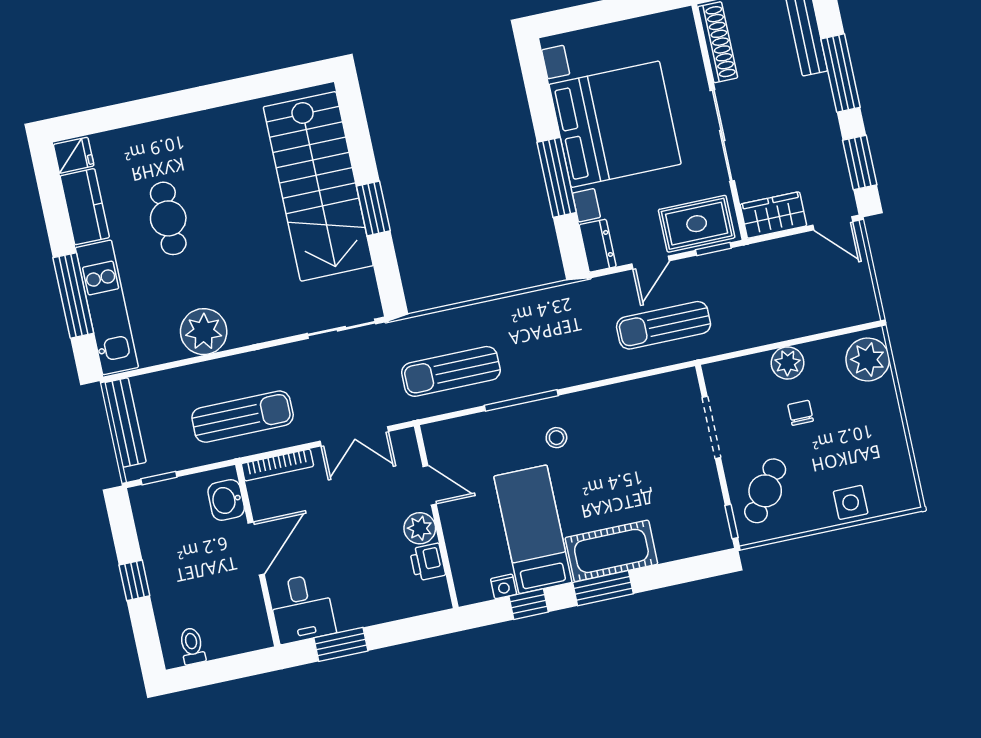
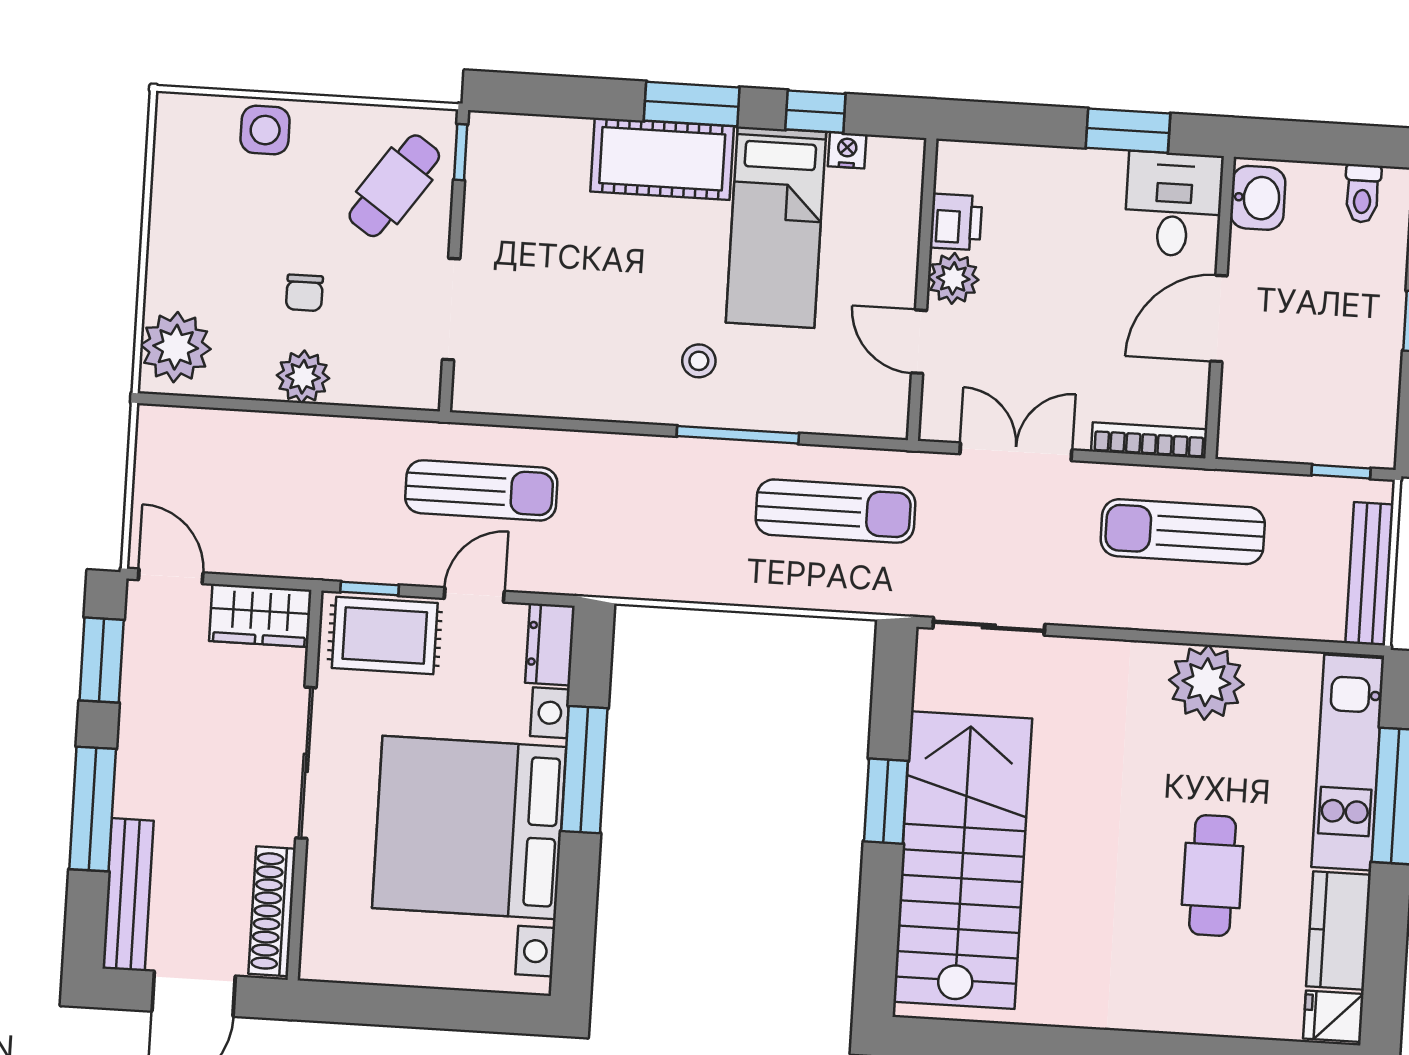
washbasin: (226, 500) -> (1258, 198), moved

